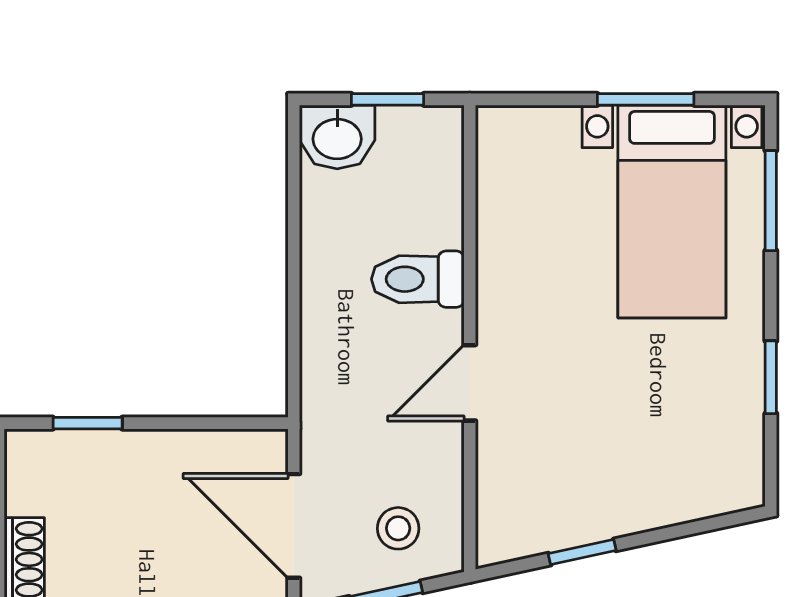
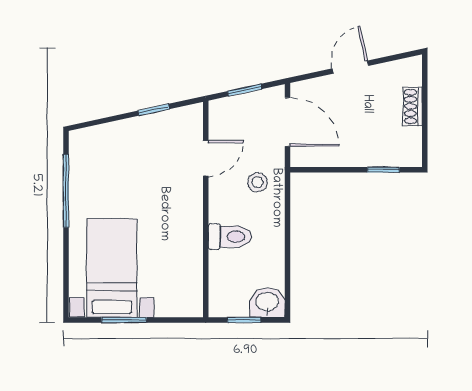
window: (771, 201) -> (66, 273), removed
window: (771, 377) -> (66, 191), width x2.17
door: (470, 383) -> (206, 158), moved
stool: (398, 528) -> (257, 182), moved

